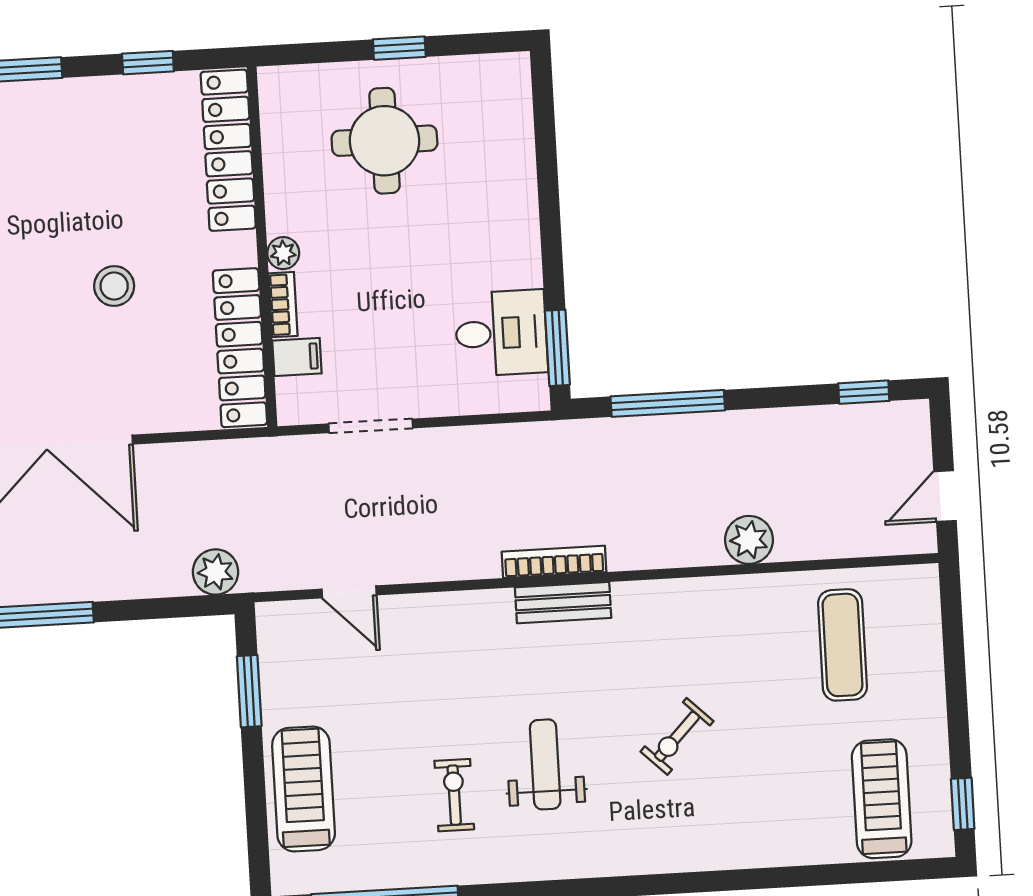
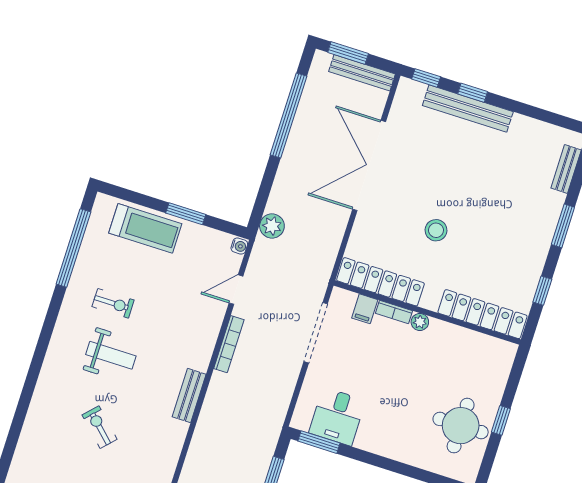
round table: (384, 141) -> (461, 426), moved
doorway: (371, 426) -> (316, 333), width x1.36
bookcase: (554, 562) -> (229, 344), moved
water cooler: (272, 615) -> (239, 246), added
window: (249, 691) -> (186, 214), moved

